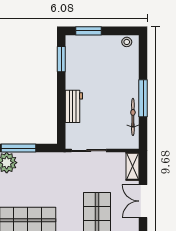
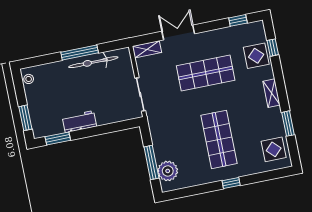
workbench: (74, 106) -> (79, 122), moved
bicycle: (133, 117) -> (93, 62), width x1.37, depth x1.40
double door: (143, 201) -> (178, 33), swing flipped

